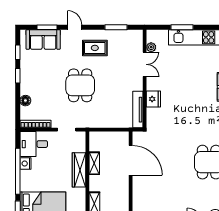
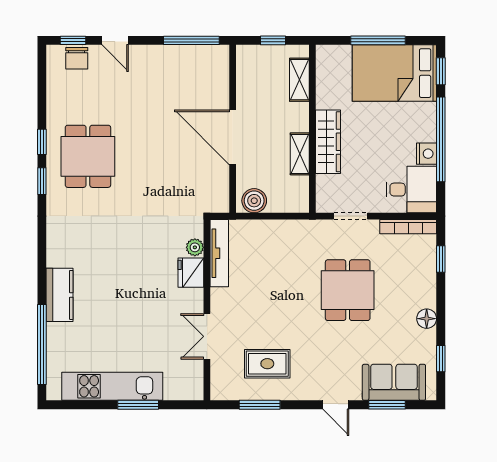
plant: (151, 47) -> (195, 247), moved
rug: (95, 48) -> (267, 364), moved
window: (18, 76) -> (441, 259), moved
dining table: (80, 85) -> (348, 290), moved
floor lamp: (25, 101) -> (427, 319), moved
boiler: (119, 138) -> (254, 201), added
door: (131, 160) -> (233, 137), moved

